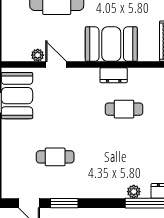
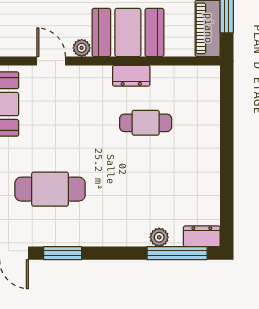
plant: (38, 55) -> (82, 48), moved
cafe table: (55, 157) -> (50, 189), width x1.37, depth x1.35

